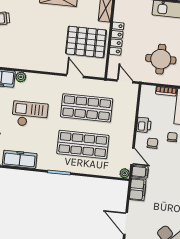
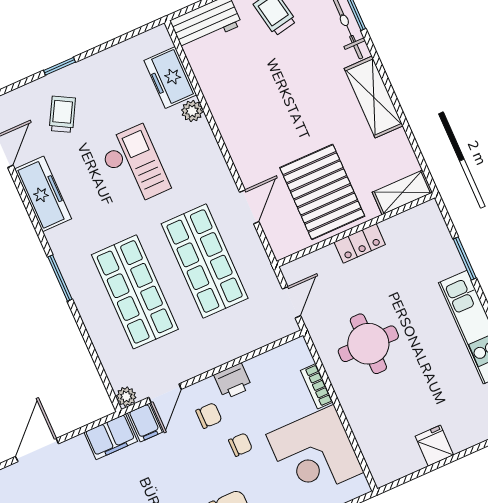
locker: (117, 39) -> (360, 243), width x0.66

